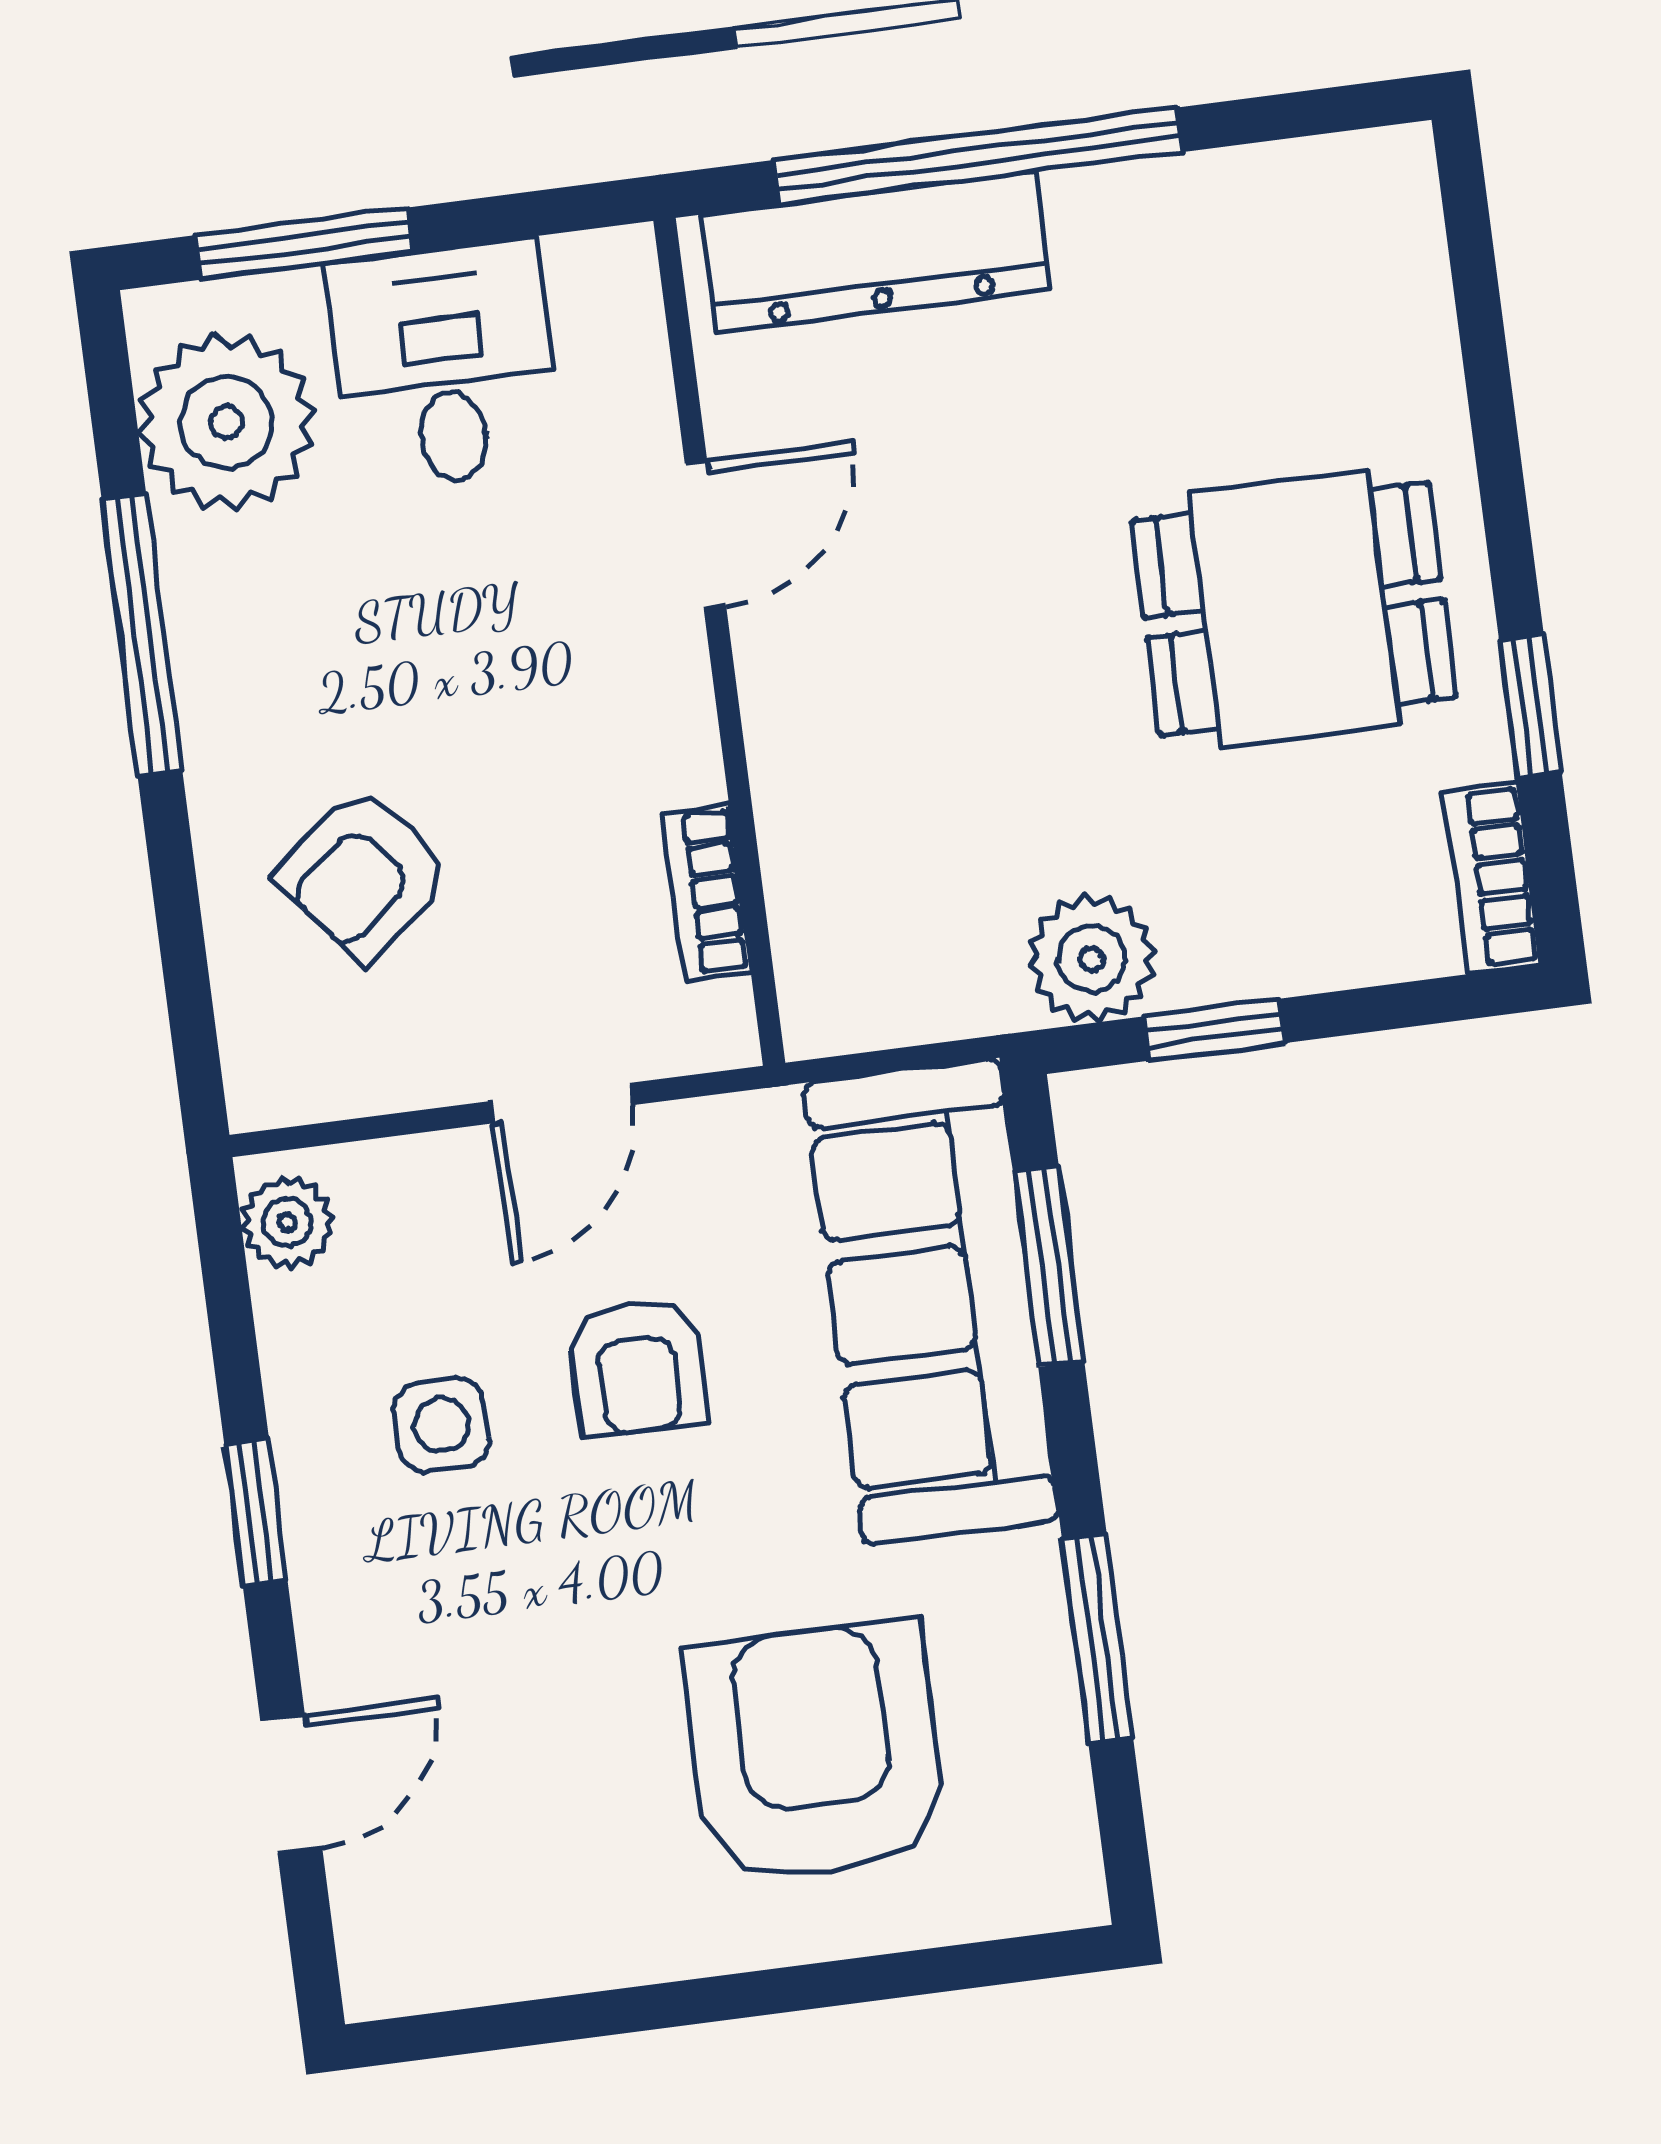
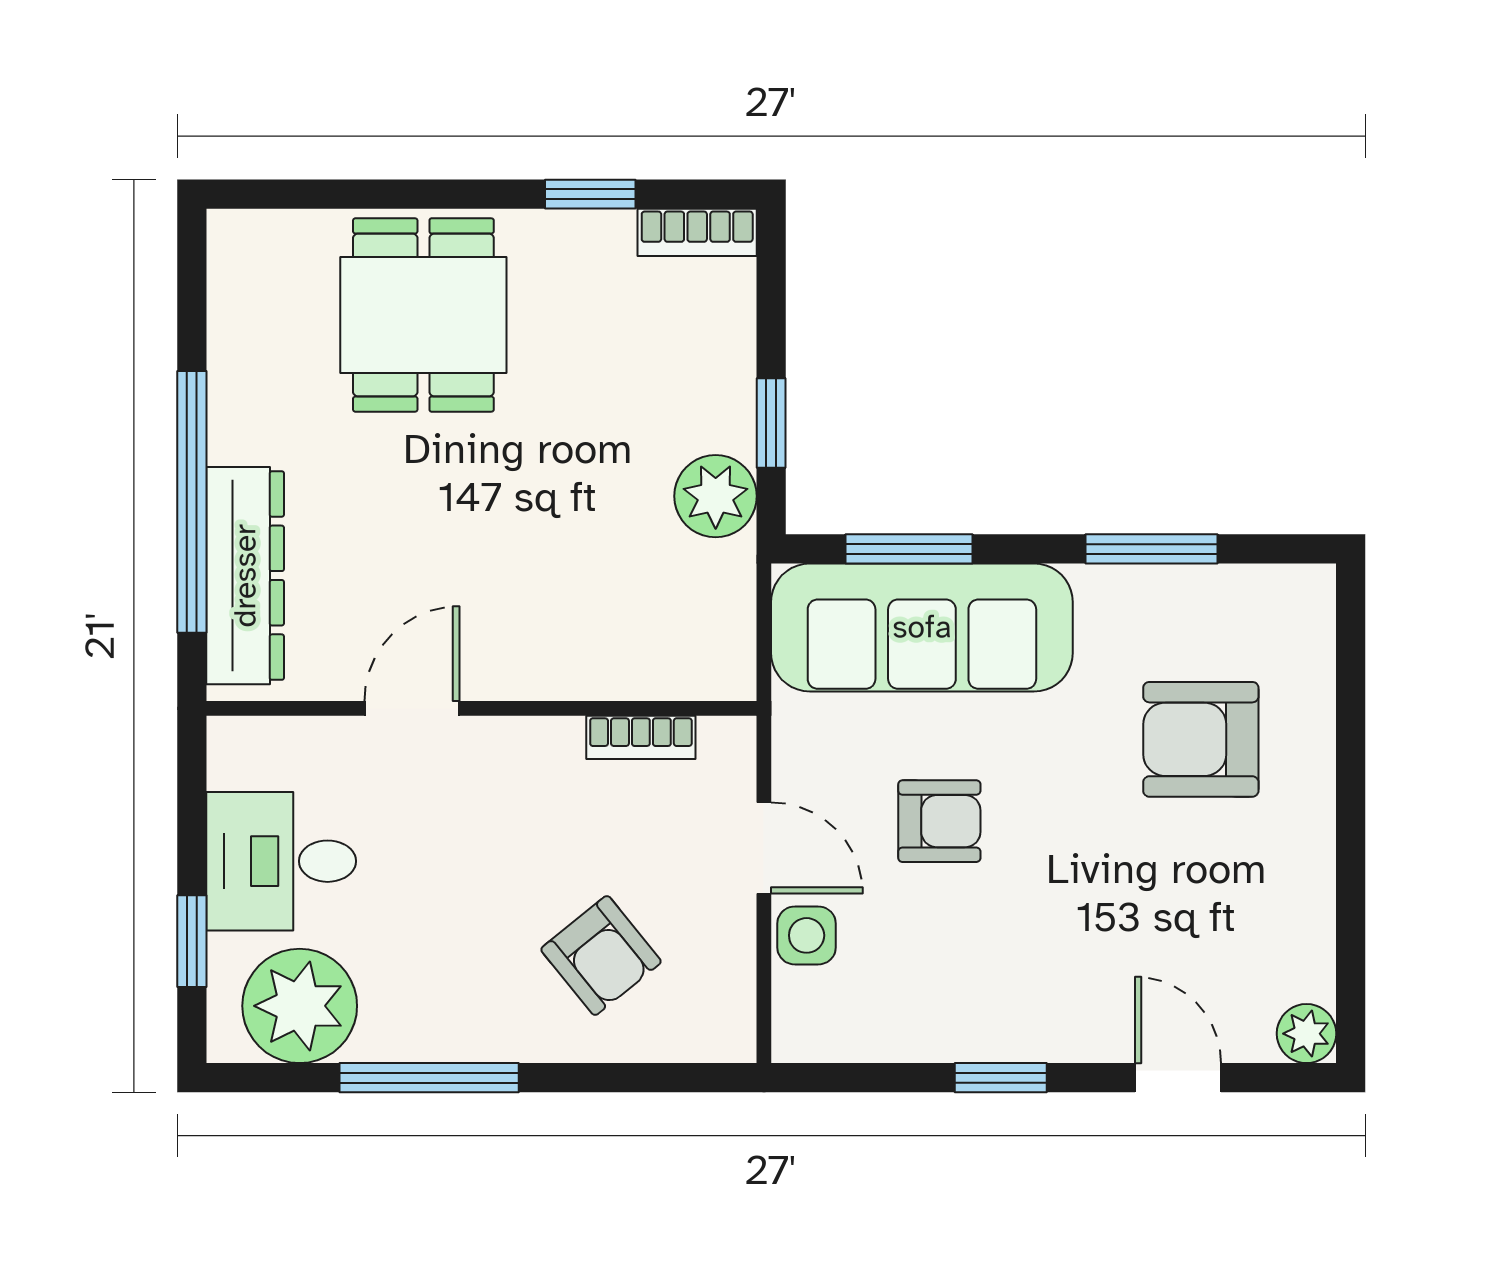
window: (304, 244) -> (192, 941), width x0.67
door: (705, 535) -> (412, 708), hinge flipped
dining table: (1294, 609) -> (423, 315), moved
plant: (287, 1222) -> (1307, 1034), moved
side table: (442, 1425) -> (807, 935), moved
armchair: (815, 1752) -> (1201, 739), width x0.73, depth x0.73

